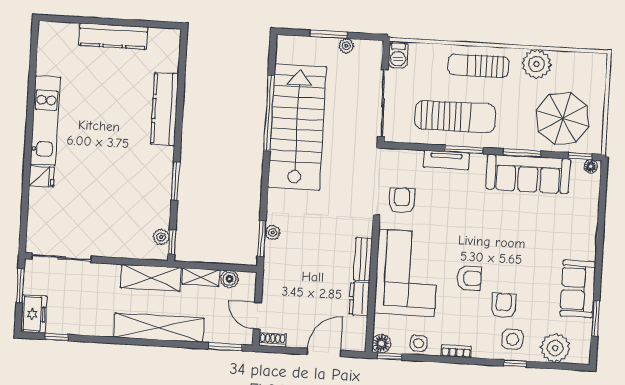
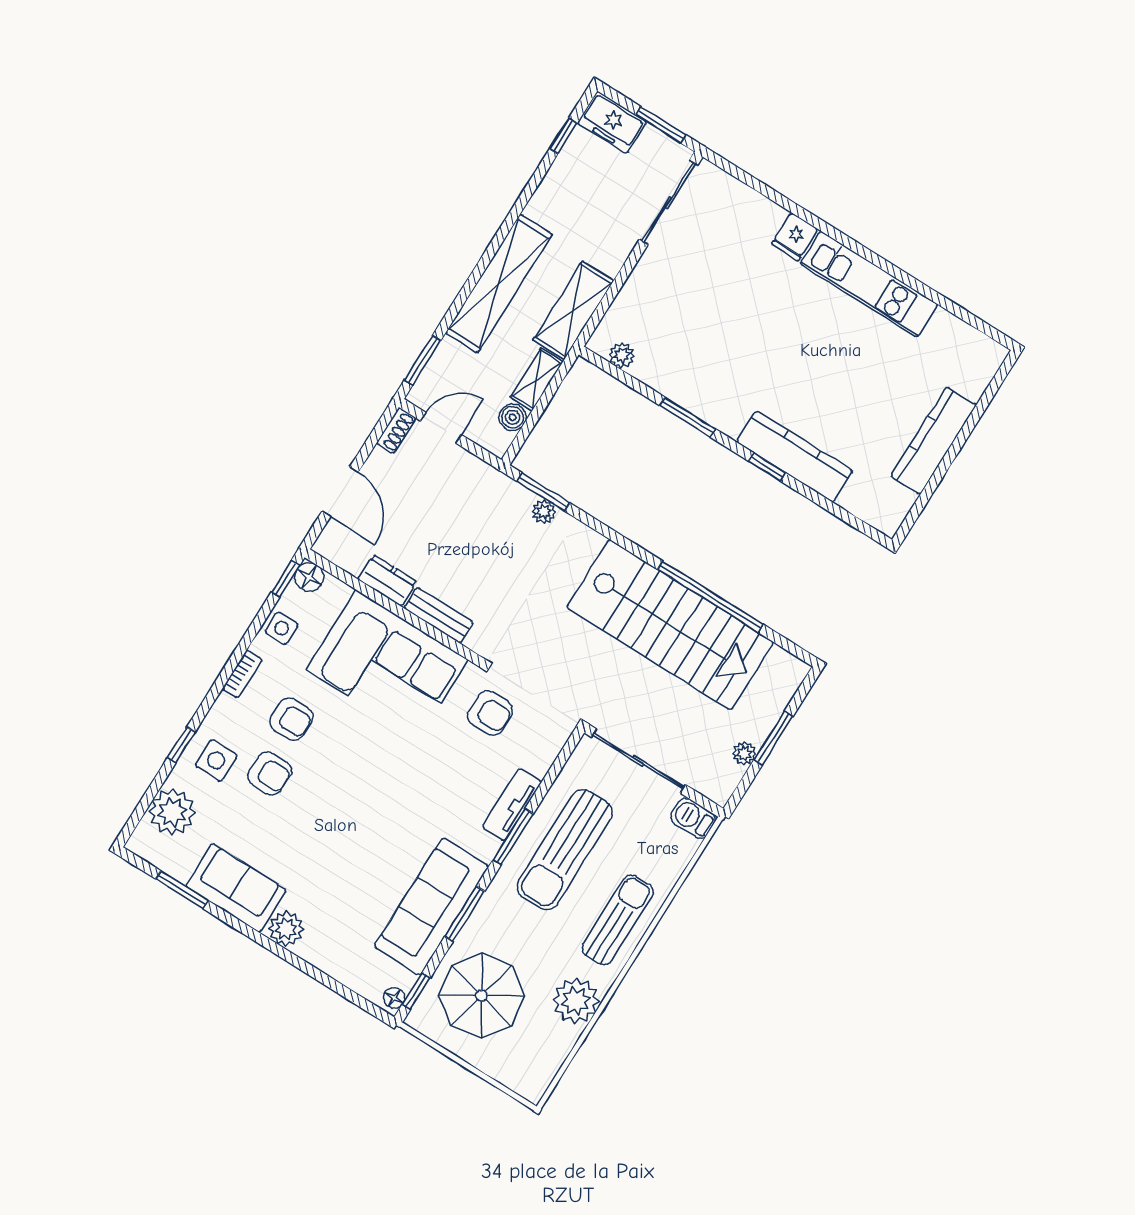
window: (172, 242) -> (767, 467), moved
plant: (585, 248) -> (286, 929), added
armchair: (469, 278) -> (291, 719), moved, turned -90

